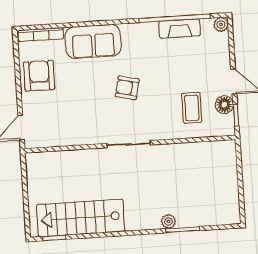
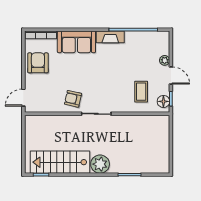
plant: (221, 24) -> (165, 60), moved
fireplace: (179, 29) -> (110, 37), moved
armchair: (127, 88) -> (73, 99), moved
floor lamp: (224, 105) -> (163, 101), moved
plant: (168, 221) -> (100, 164), moved, width x1.88, depth x1.88

